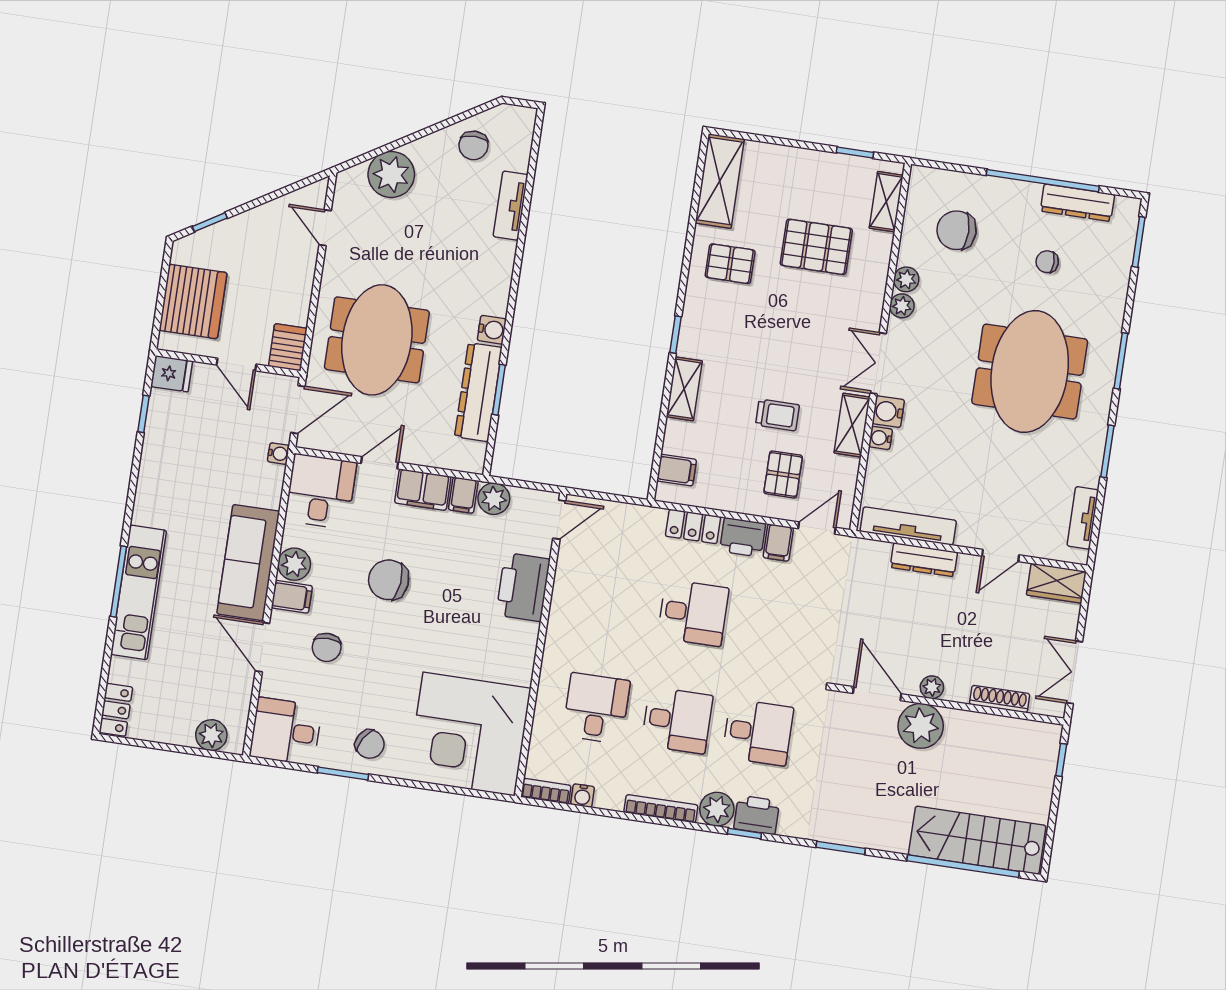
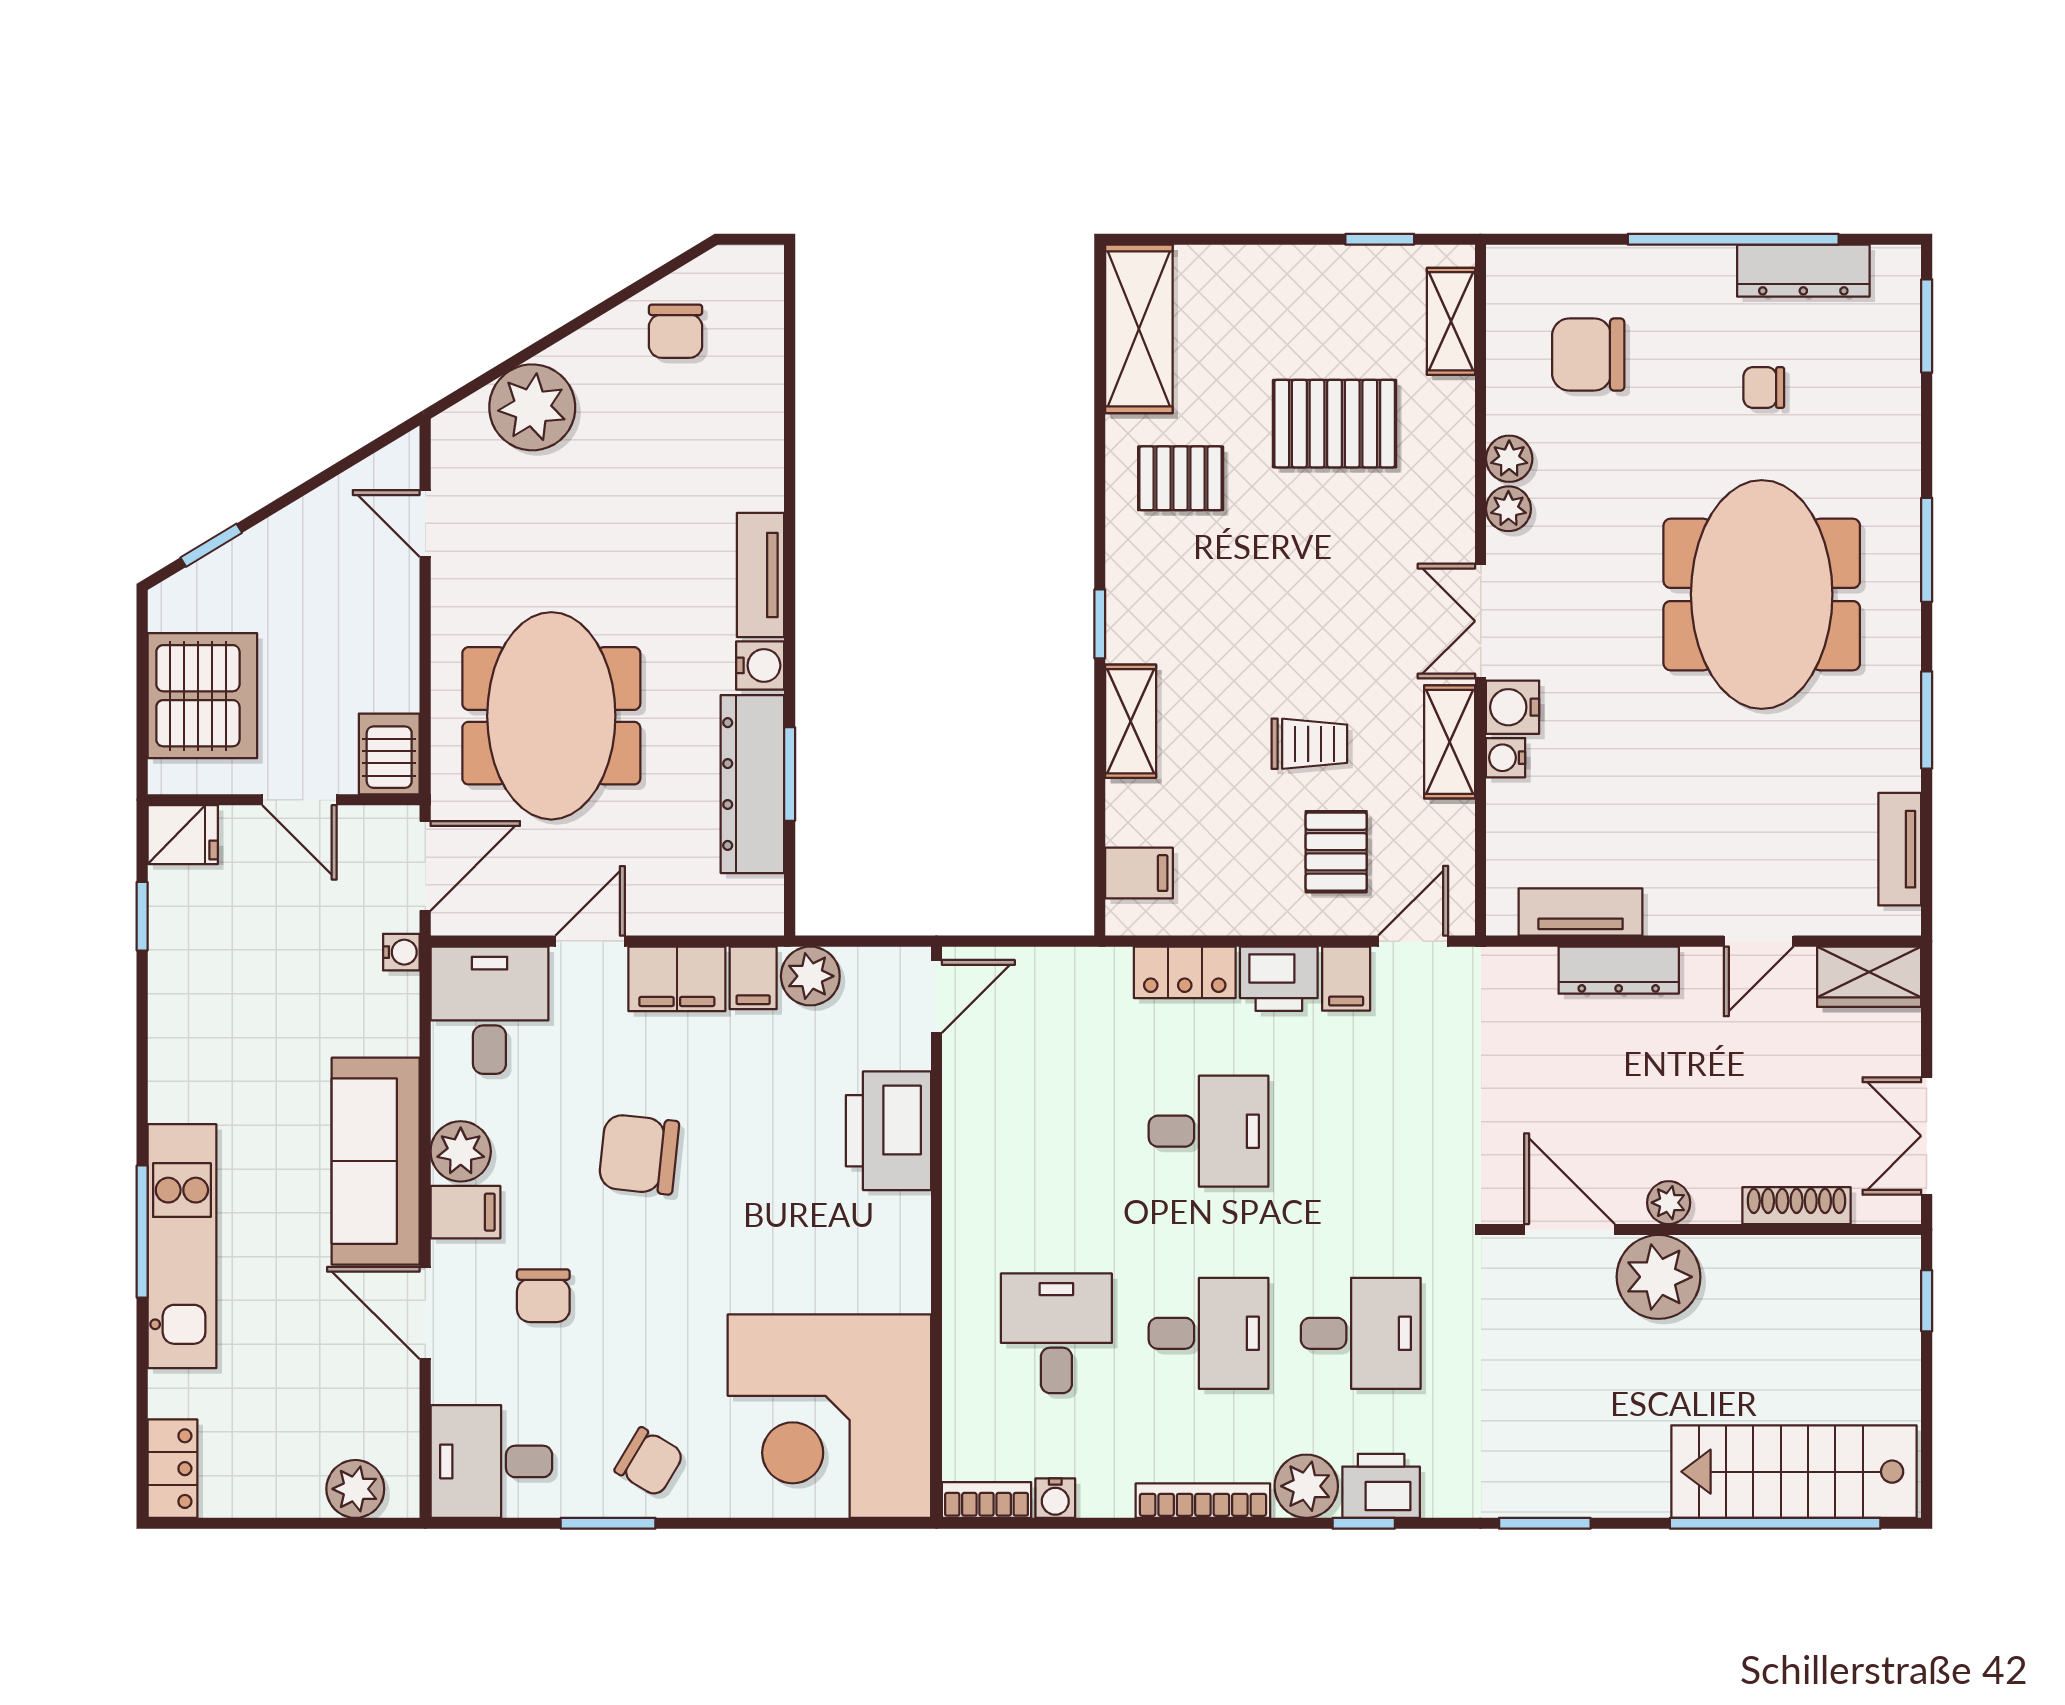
tv unit: (511, 206) -> (760, 575), moved
tv unit: (908, 526) -> (1581, 912), width x0.71

